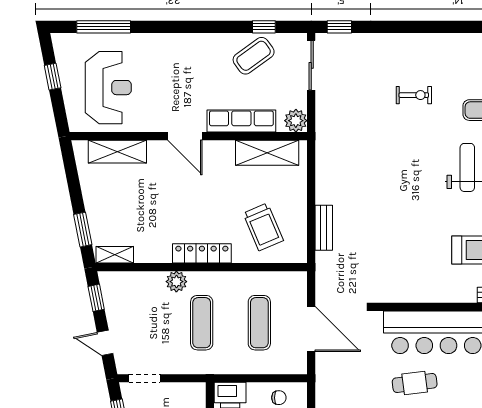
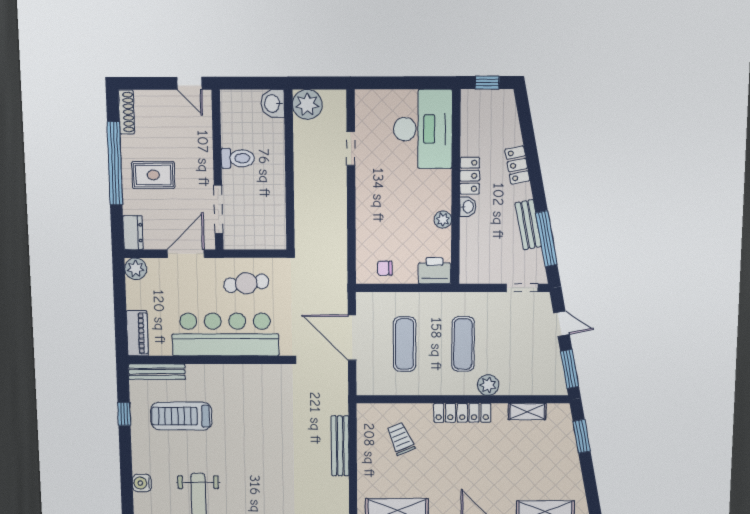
trolley: (263, 227) -> (401, 439), width x0.73, depth x0.72
bench: (324, 228) -> (340, 446), width x1.36
shelving: (115, 255) -> (527, 412), moved
window: (96, 298) -> (570, 369), width x1.50

